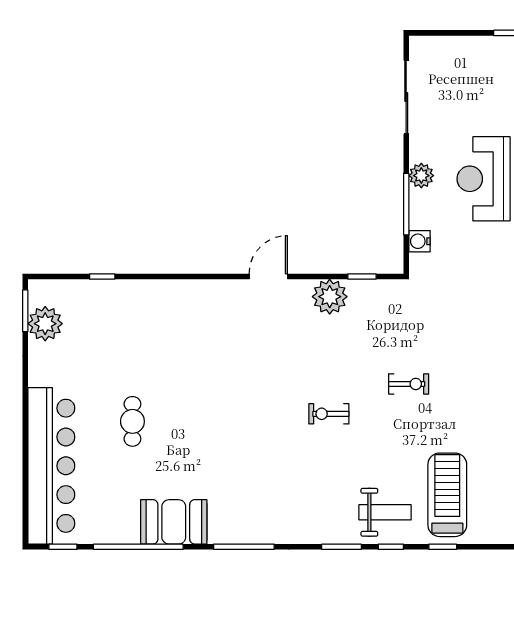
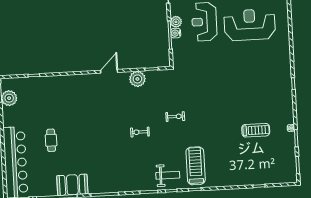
water cooler: (420, 241) -> (176, 33), moved

